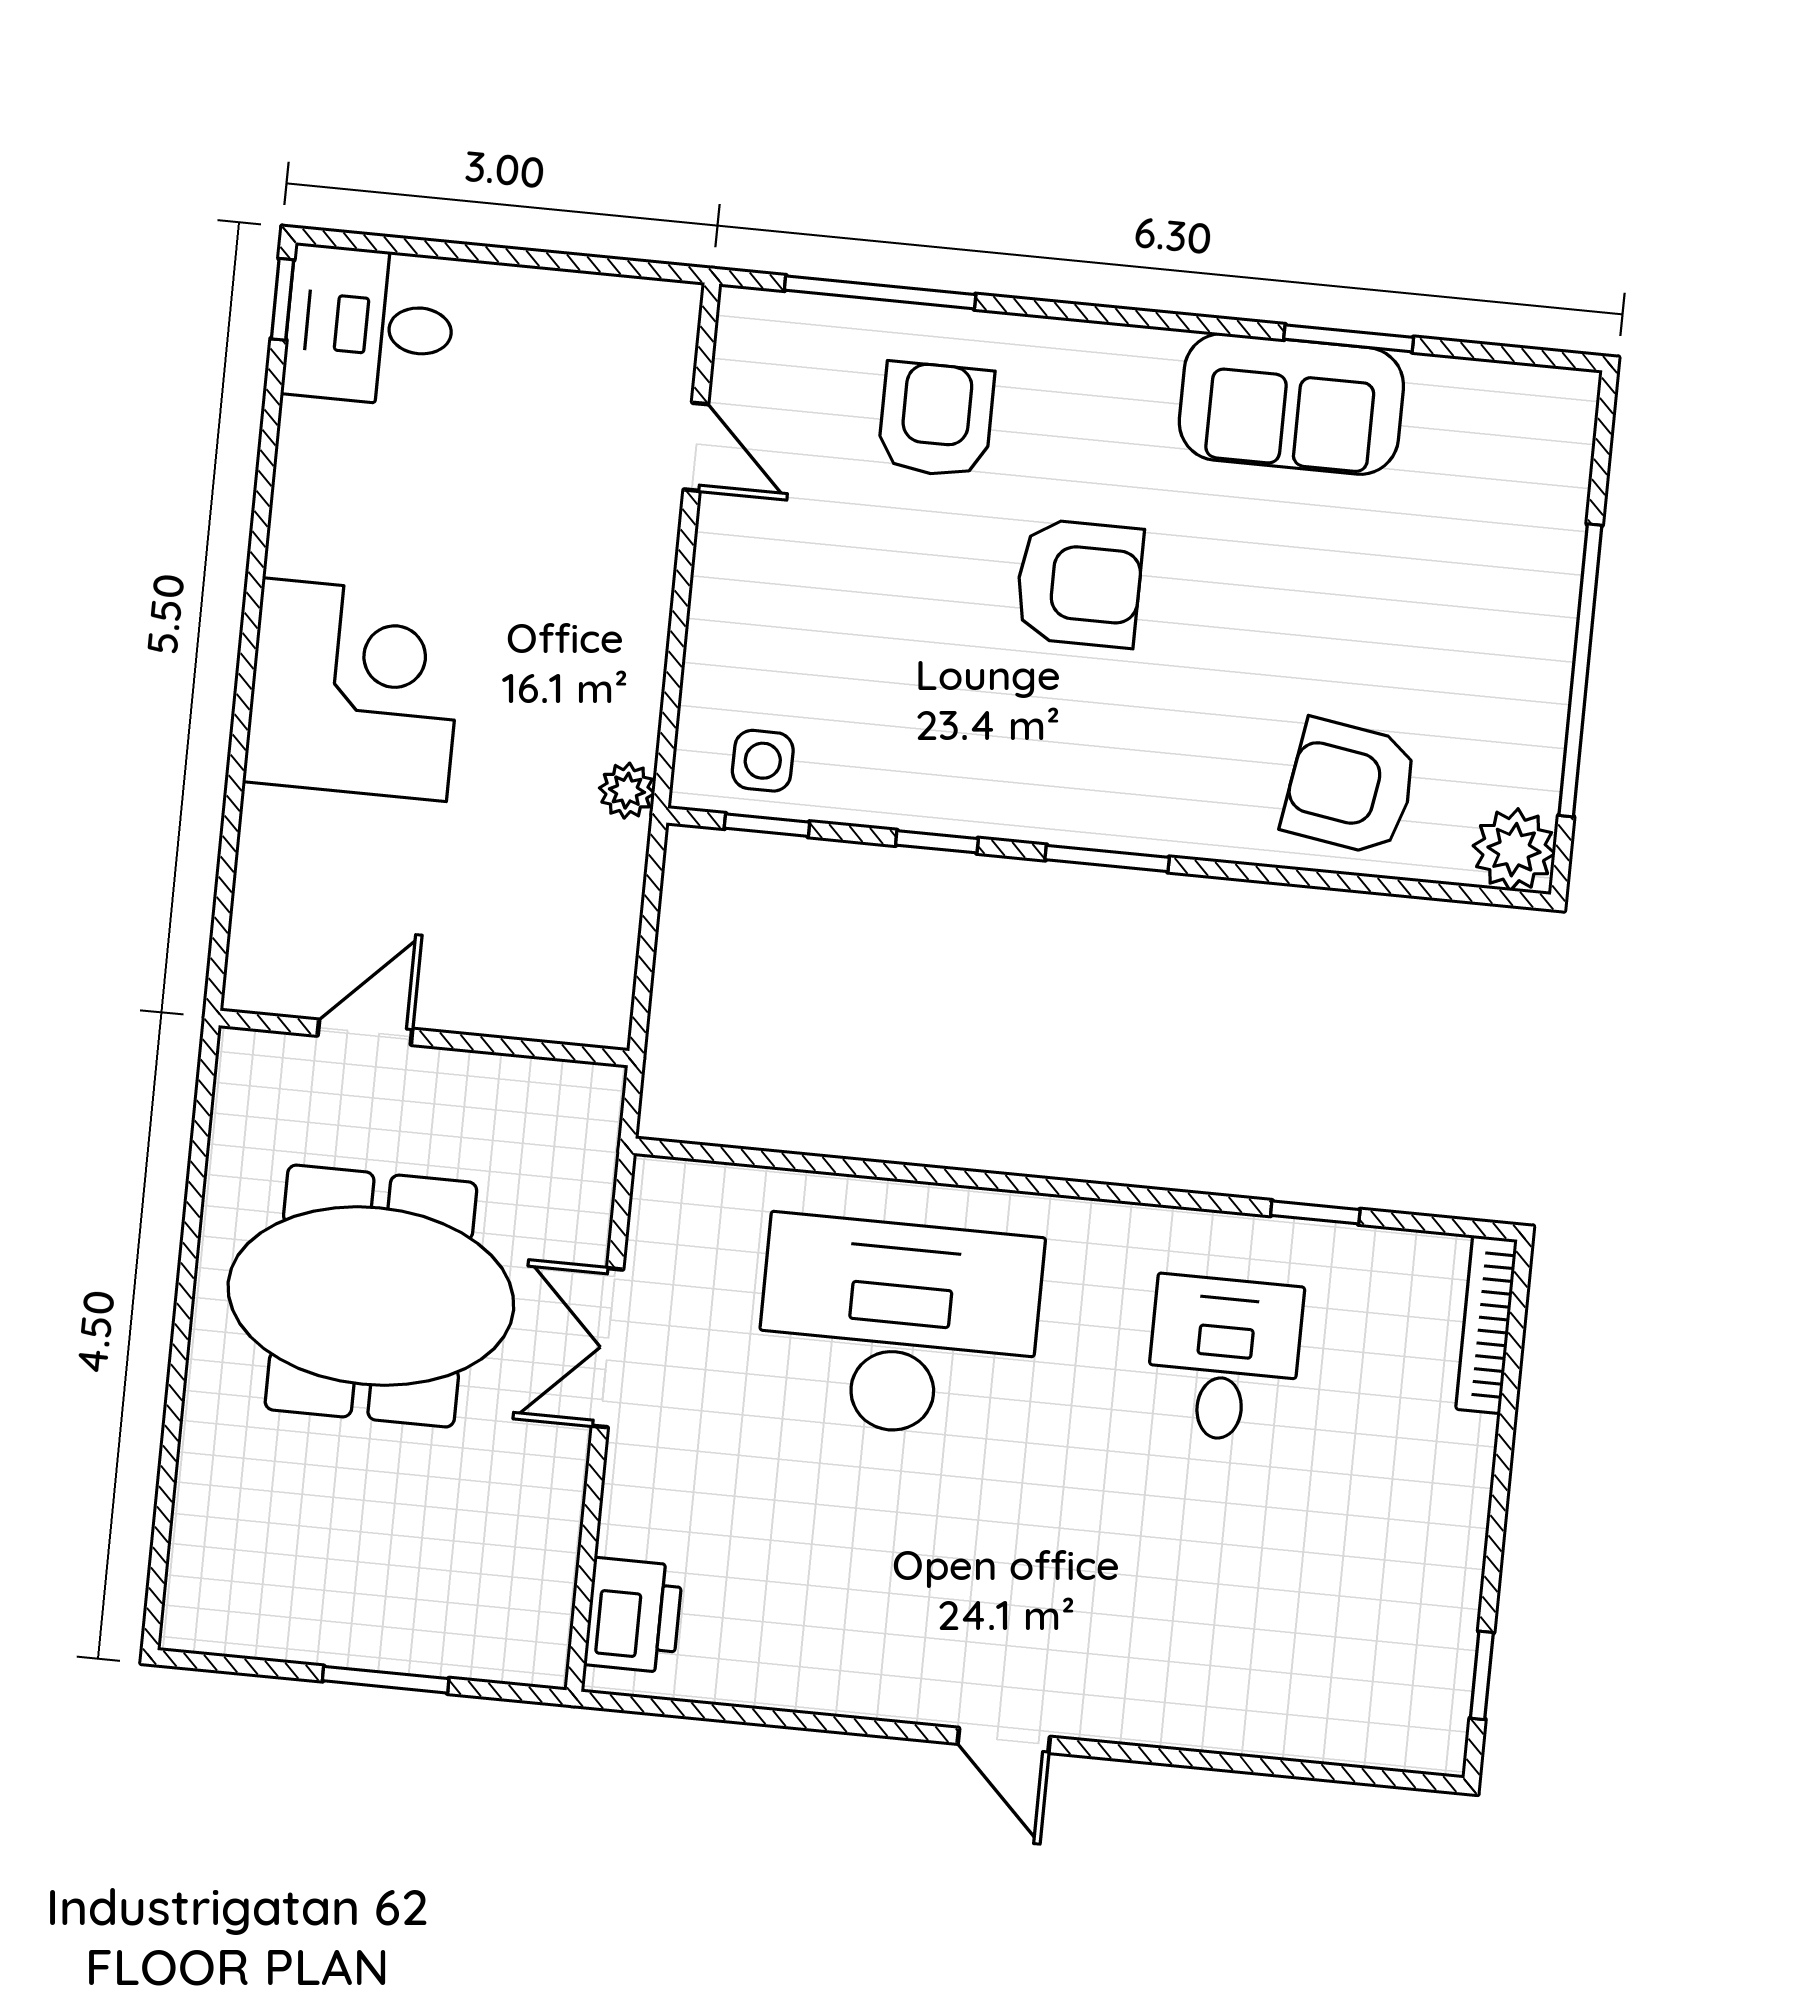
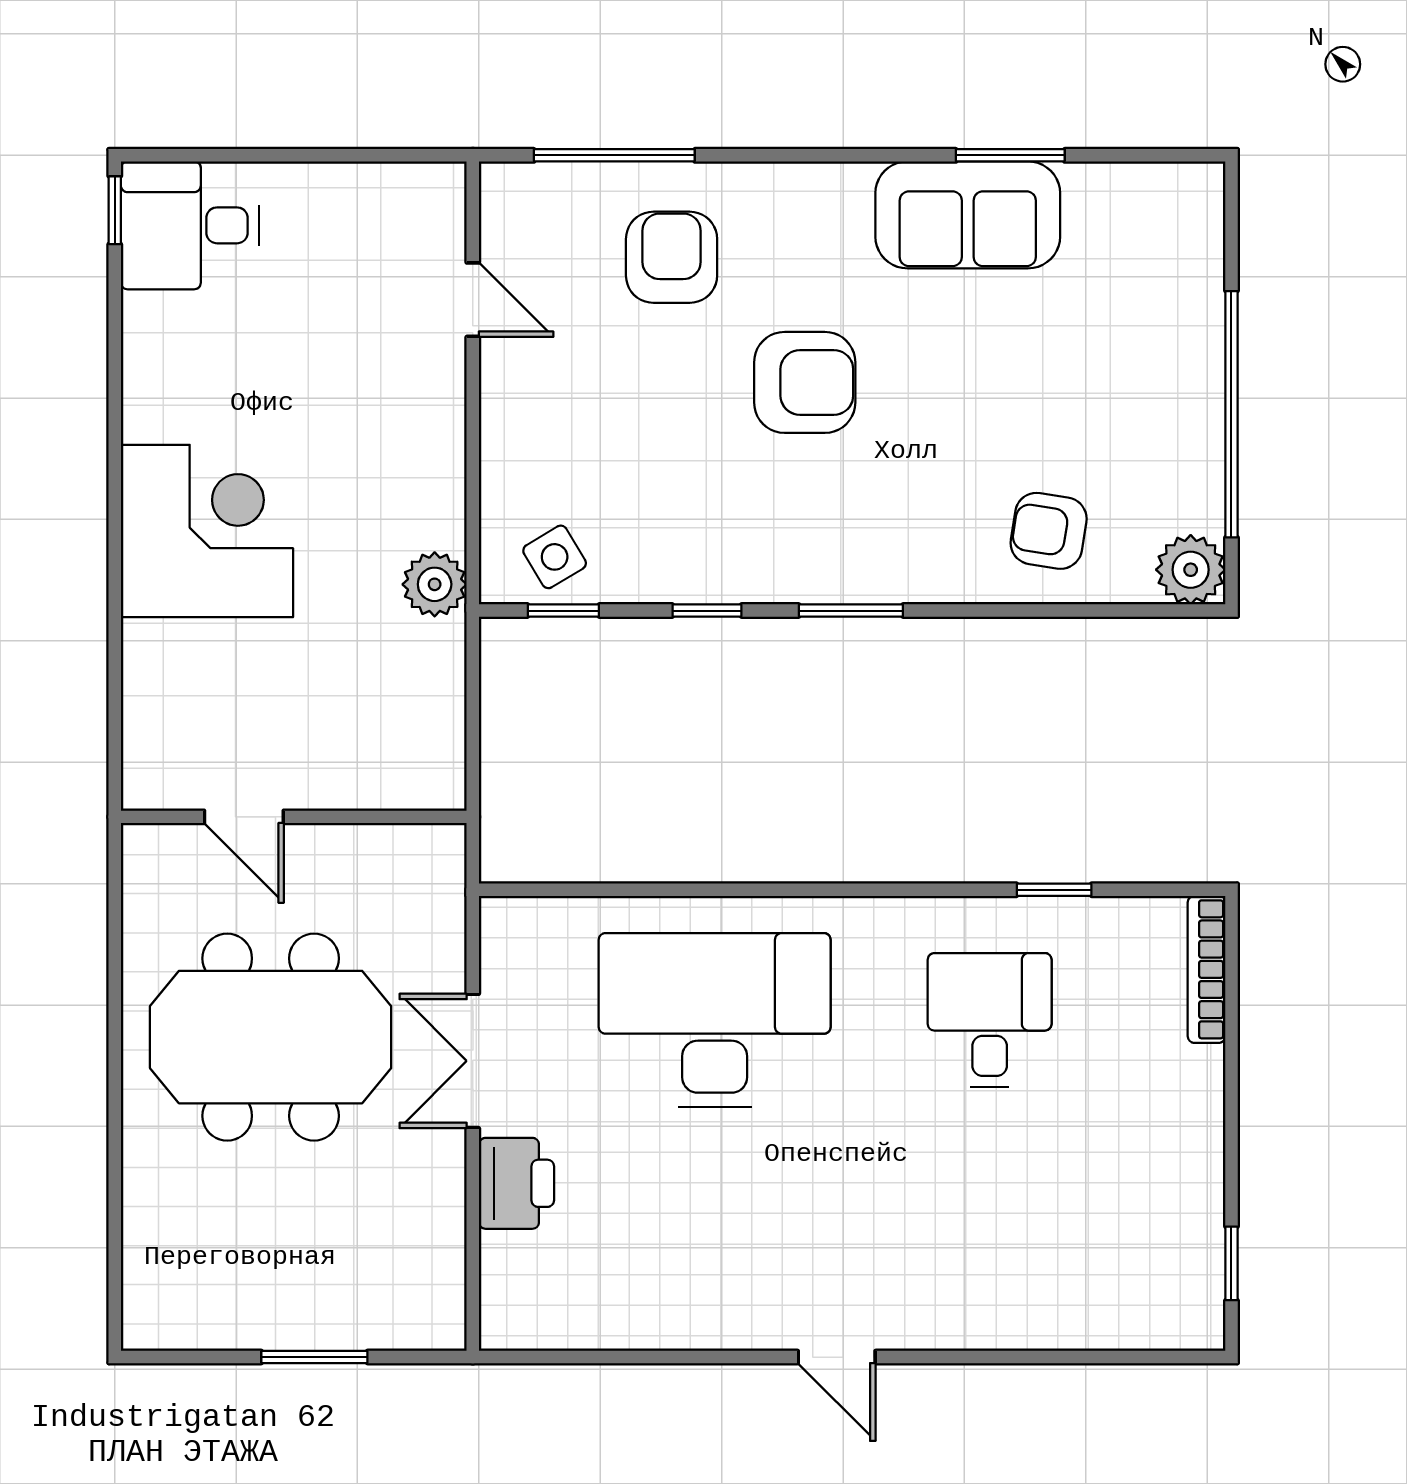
side table: (763, 761) -> (555, 557), turned -31
armchair: (1350, 787) -> (1049, 531), width x0.72, depth x0.72
plant: (627, 791) -> (435, 584), width x1.38, depth x1.38
door: (365, 1032) -> (244, 817), swing flipped
printer: (633, 1615) -> (516, 1183), moved

